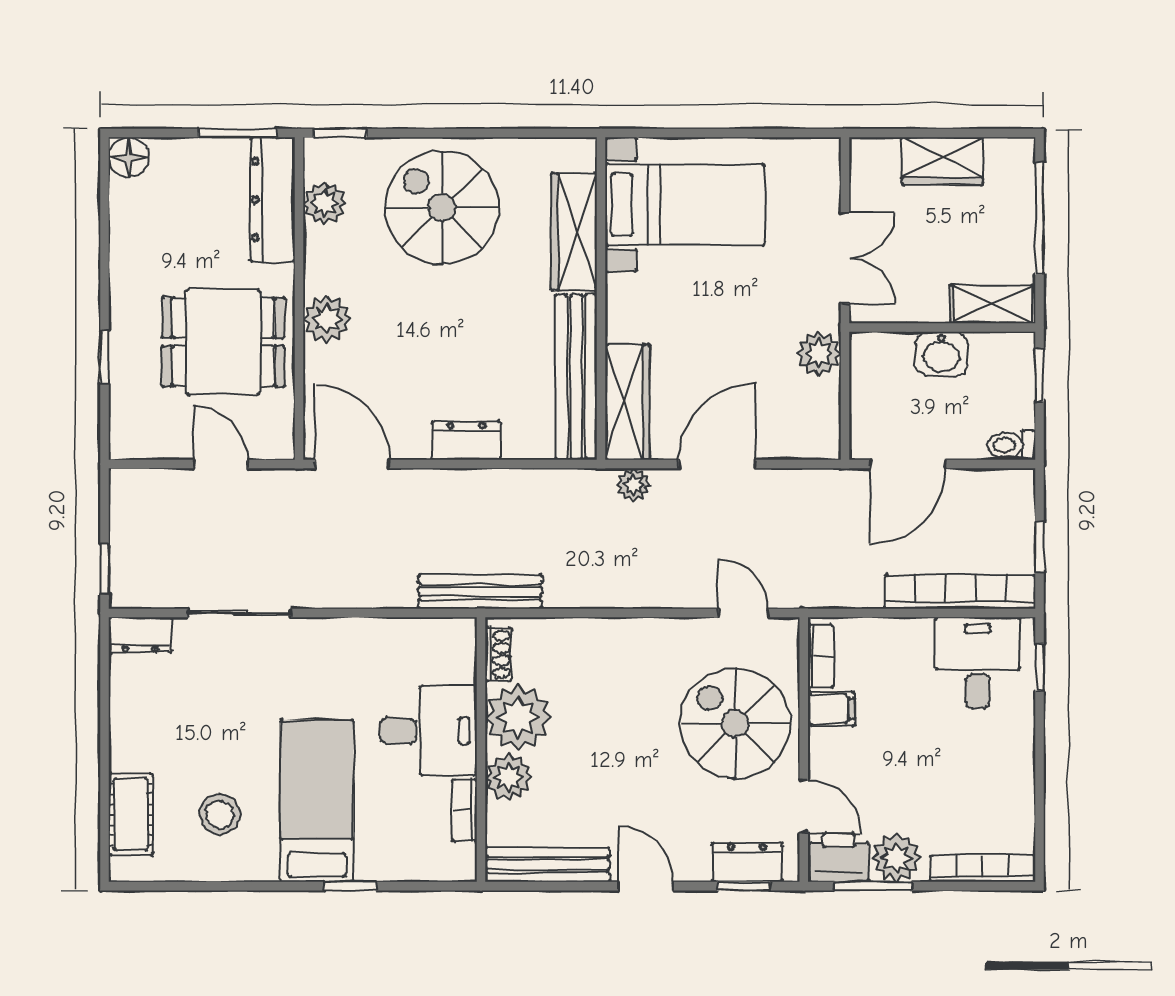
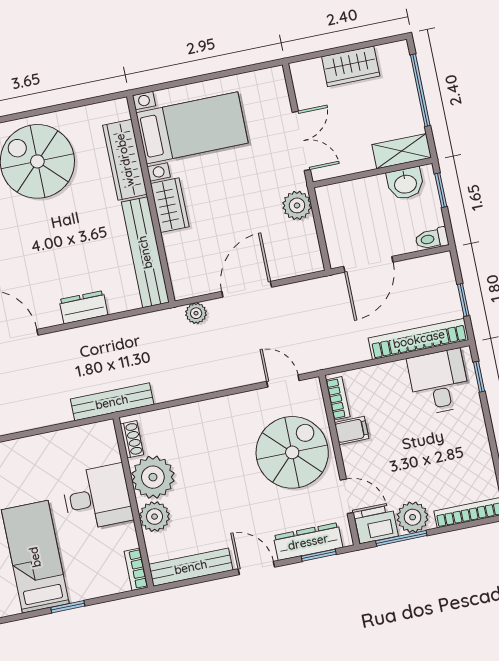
washbasin: (941, 354) -> (405, 183), moved
wardrobe: (627, 402) -> (170, 205), moved, width x0.67
spiral stairs: (735, 723) -> (292, 452), turned 90
bookcase: (464, 810) -> (136, 569), moved
dresser: (747, 862) -> (308, 542), width x1.44

